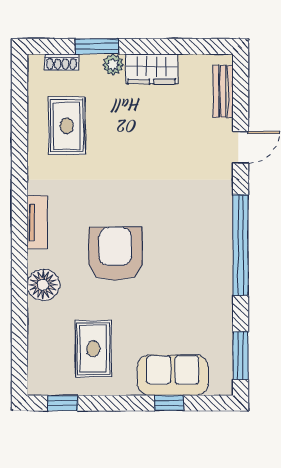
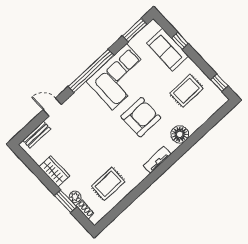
plant: (113, 65) -> (75, 197), moved
armchair: (115, 254) -> (141, 117), turned 180
corner sofa: (197, 276) -> (120, 77), added

